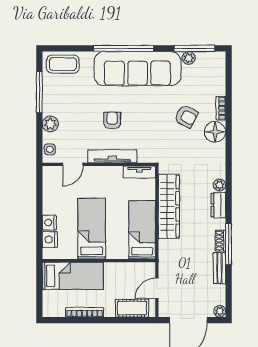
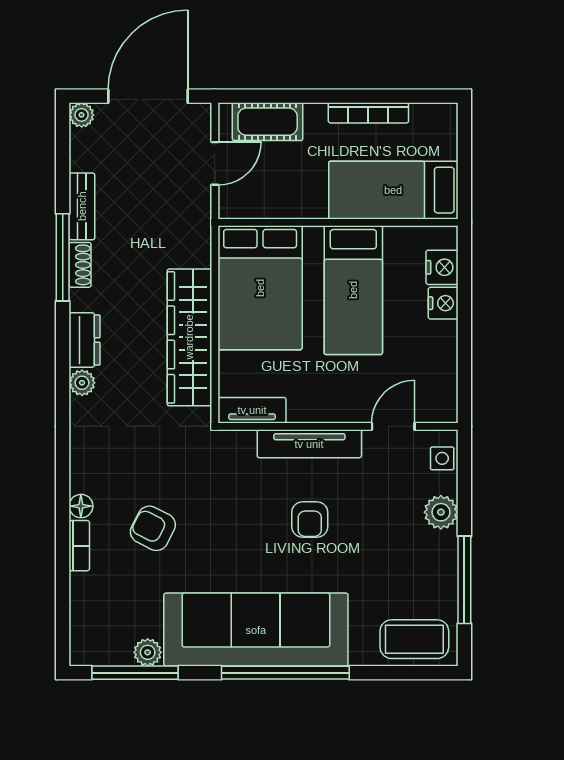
floor lamp: (215, 132) -> (81, 506), width x0.53, depth x0.53
bed: (142, 230) -> (260, 288), width x1.50

